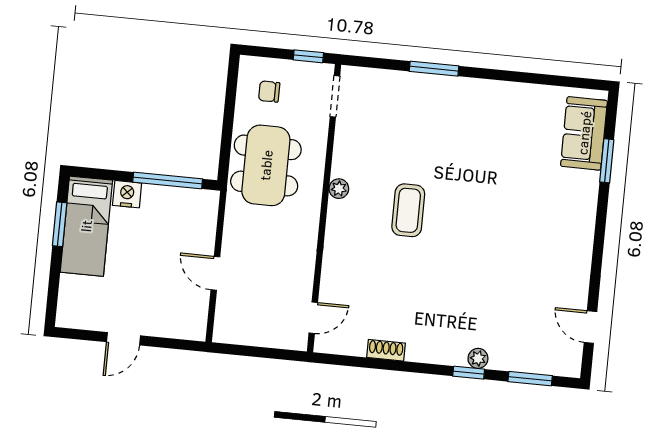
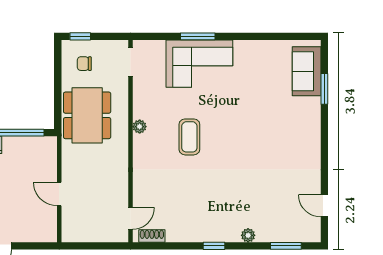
window: (308, 56) -> (80, 36), moved
corner sofa: (433, 108) -> (199, 64), added
shoe rack: (386, 350) -> (152, 236), moved
window: (469, 373) -> (214, 246), moved

